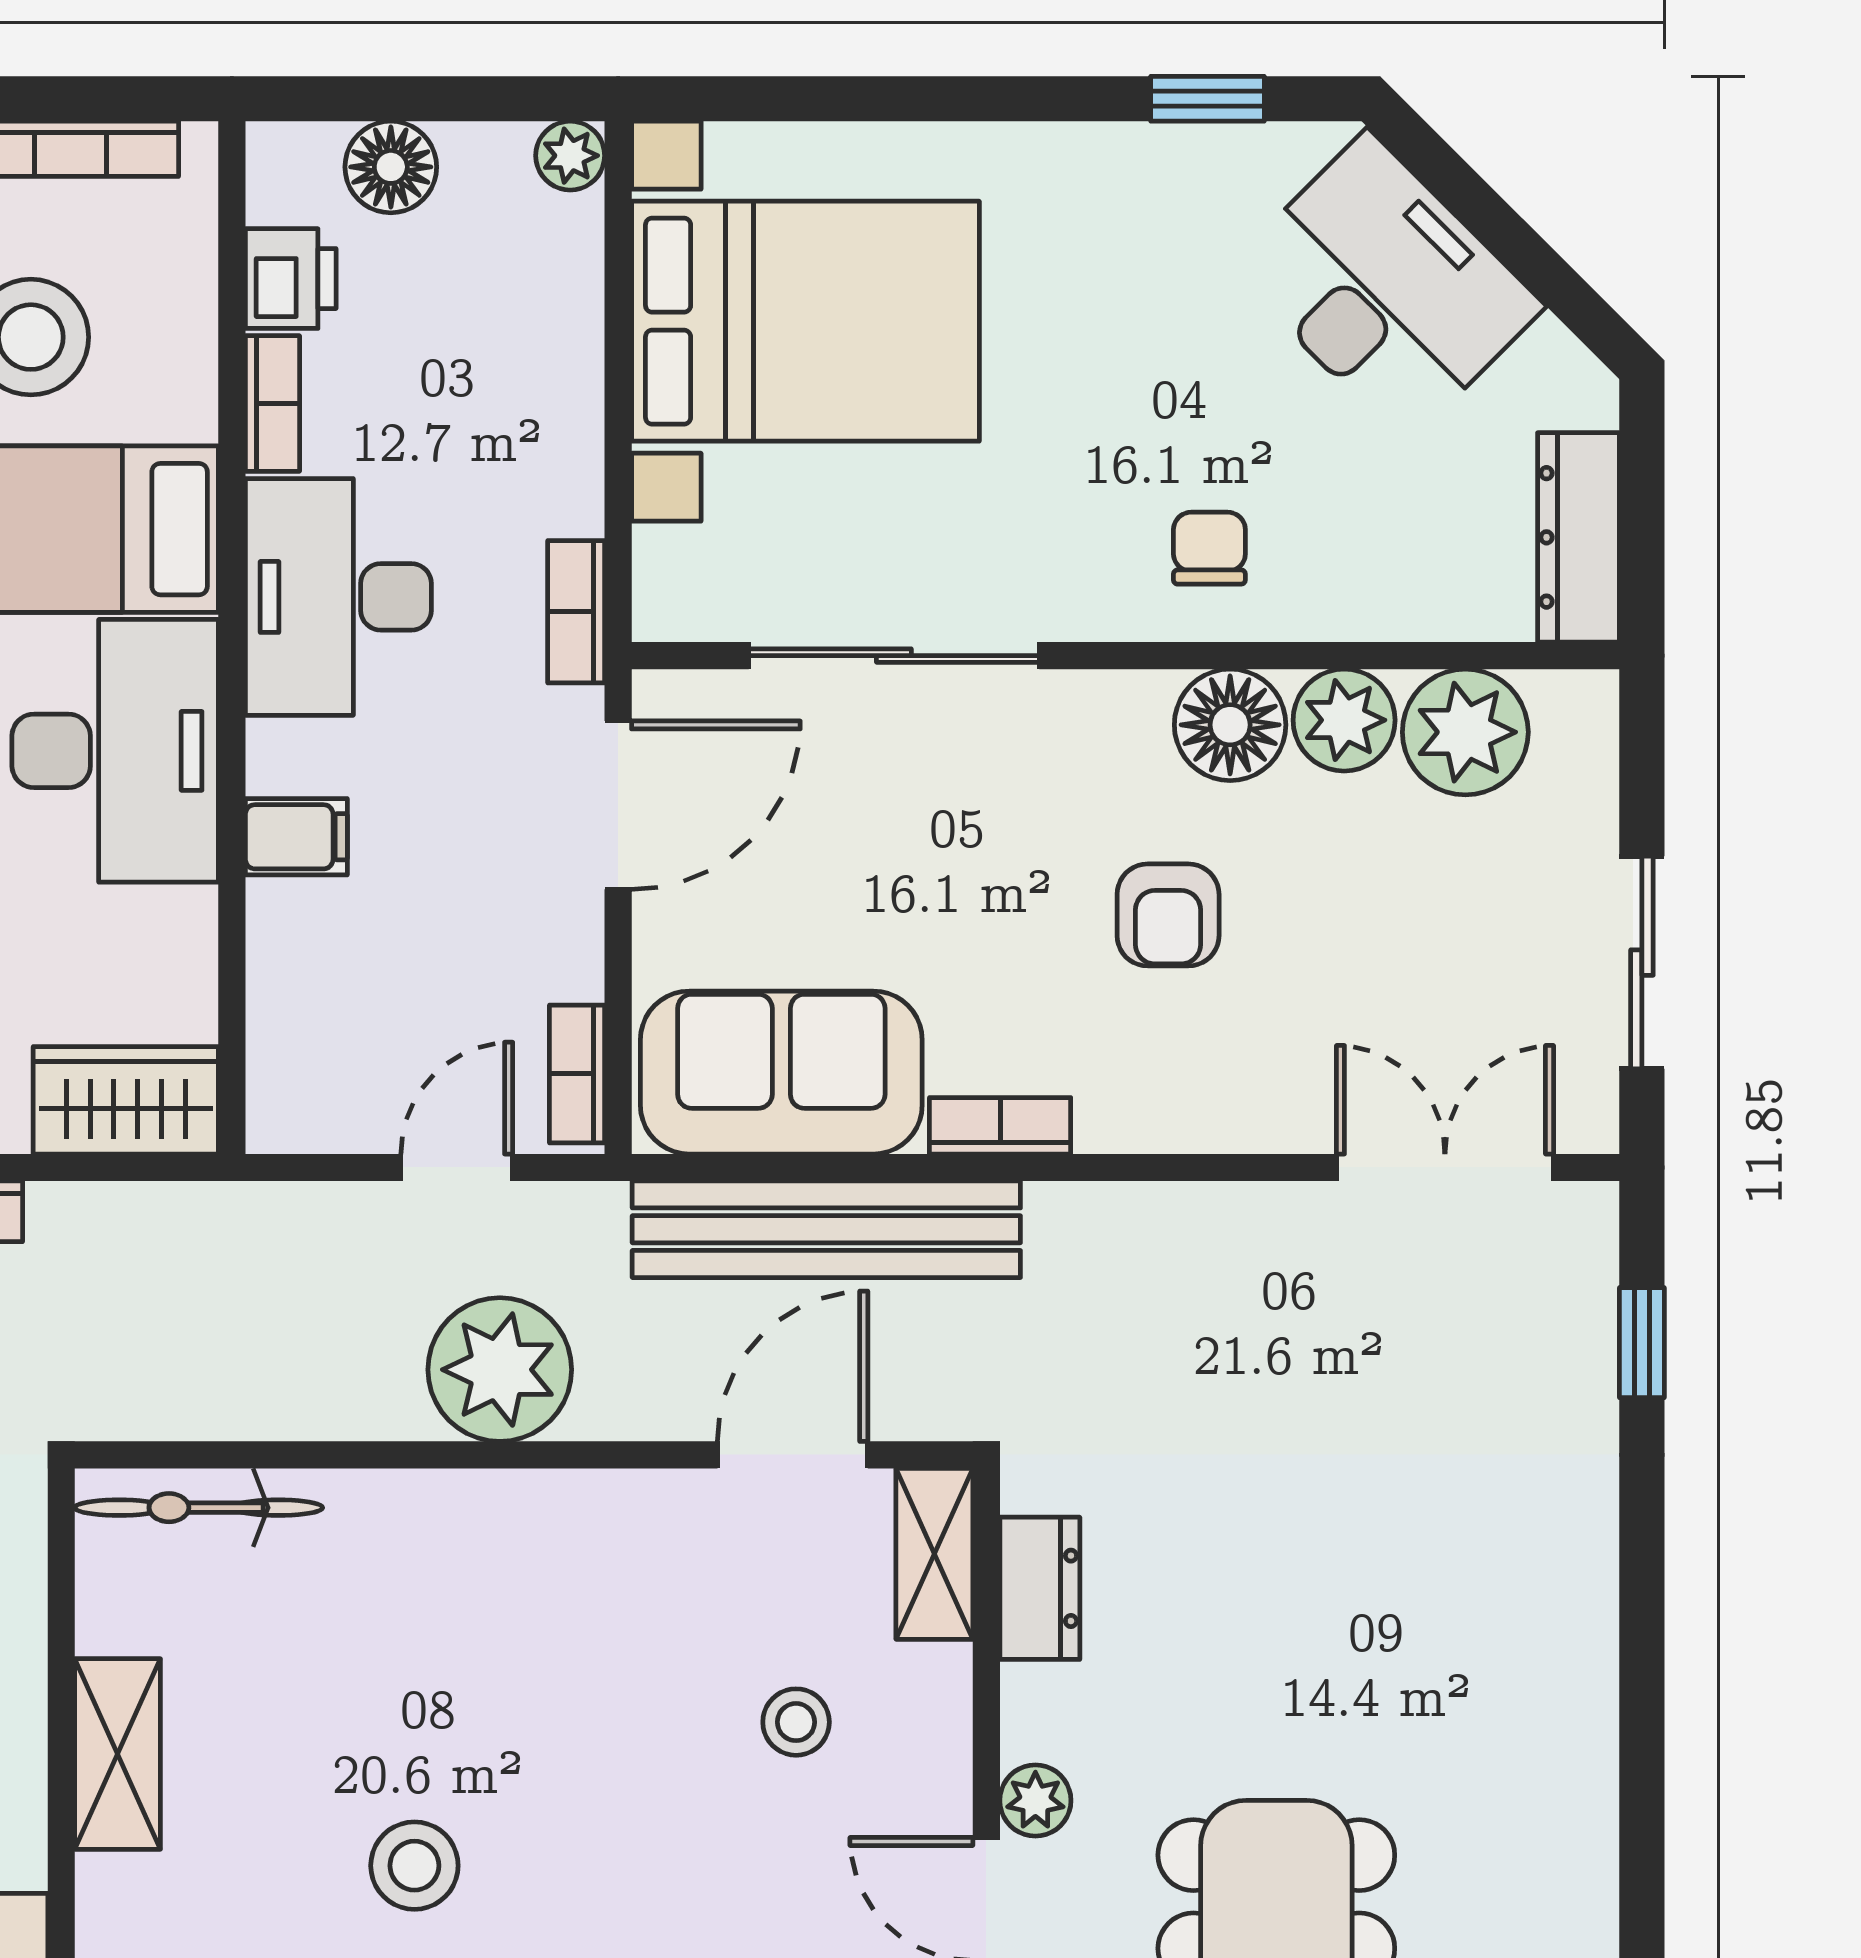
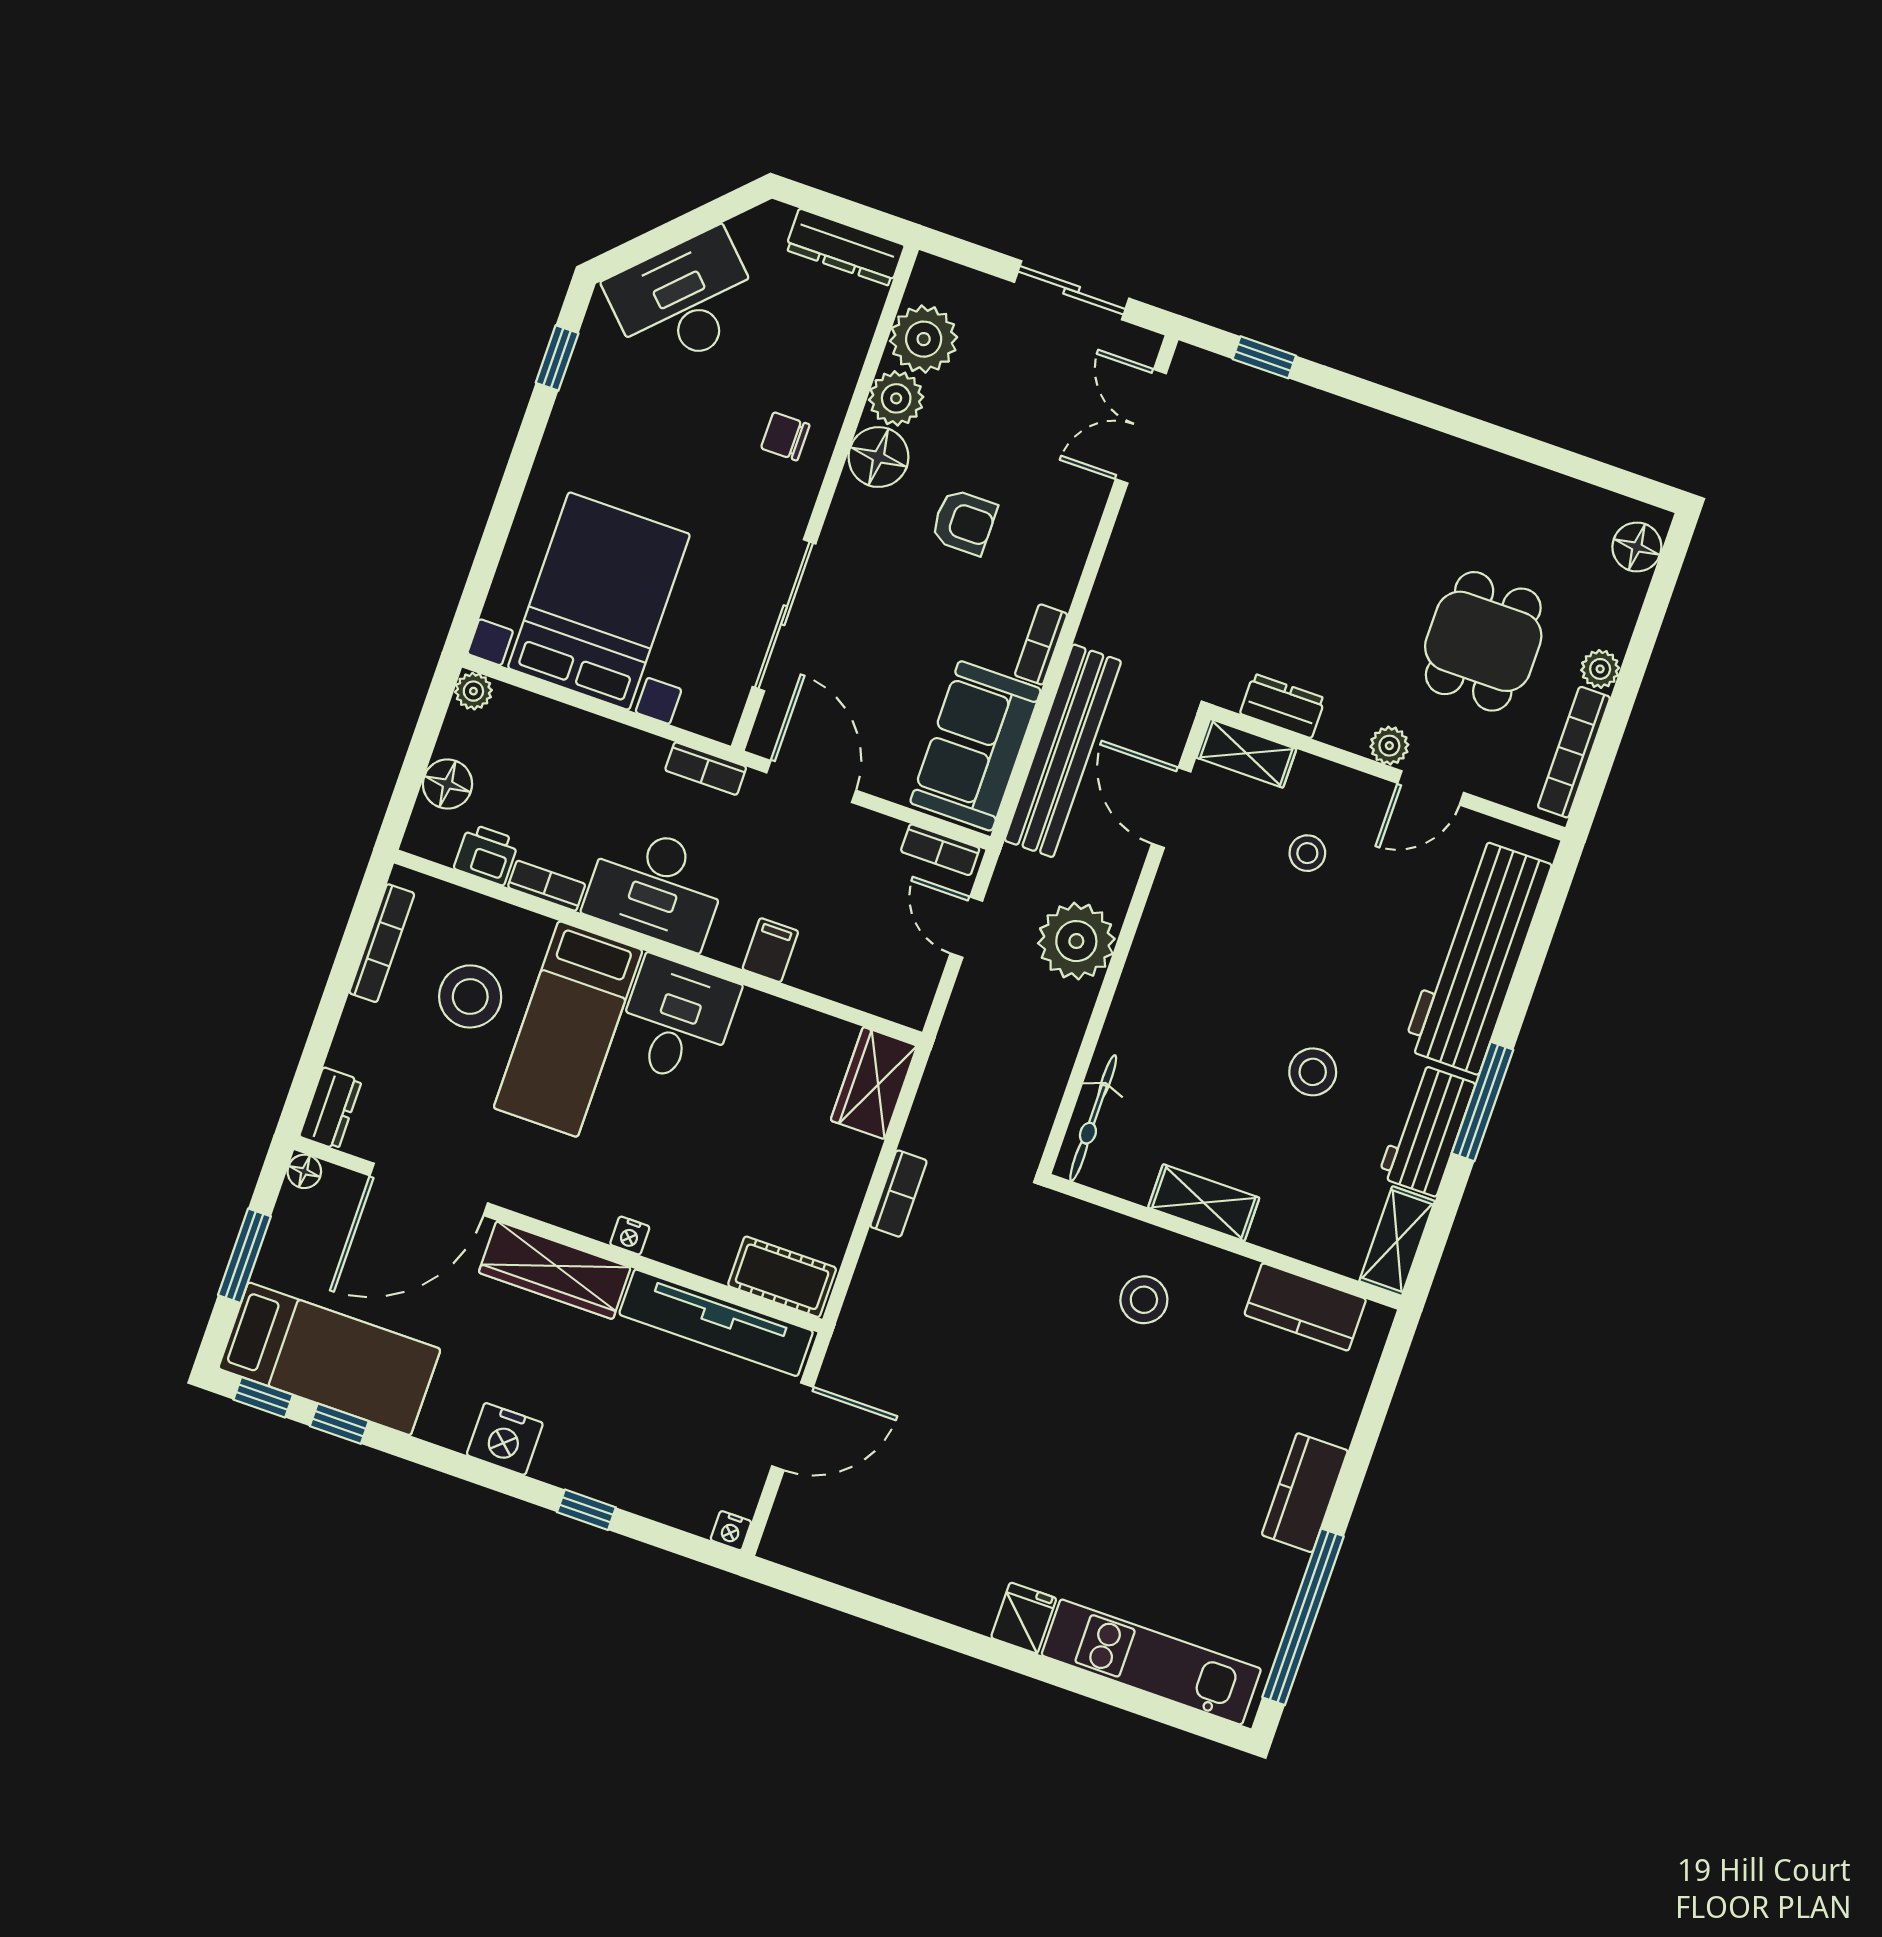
desk: (115, 751) -> (677, 1020), width x0.73

